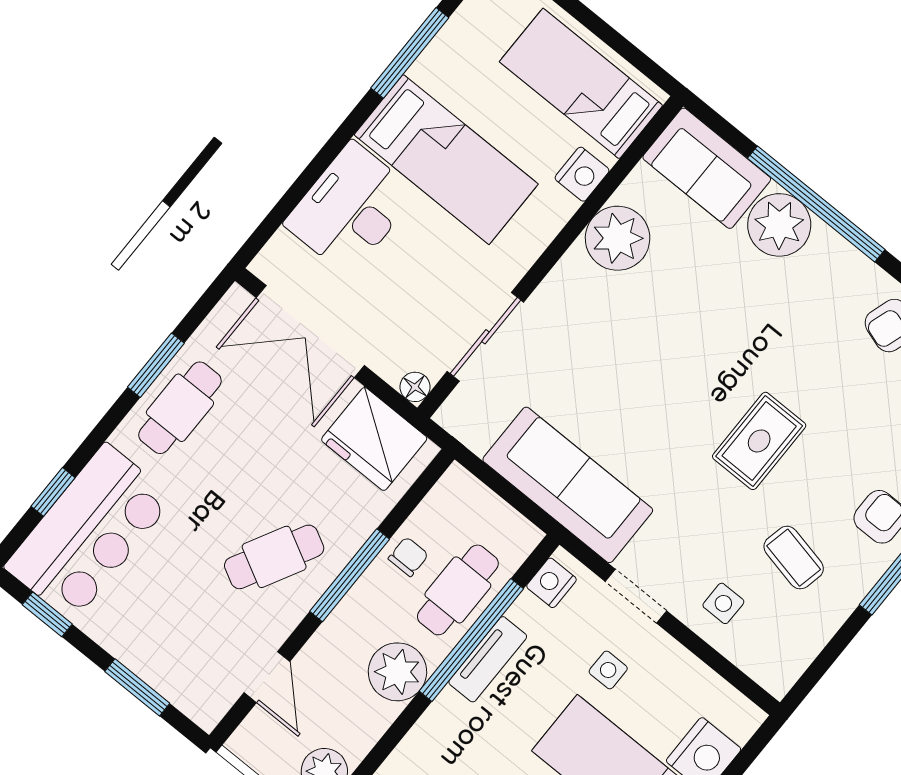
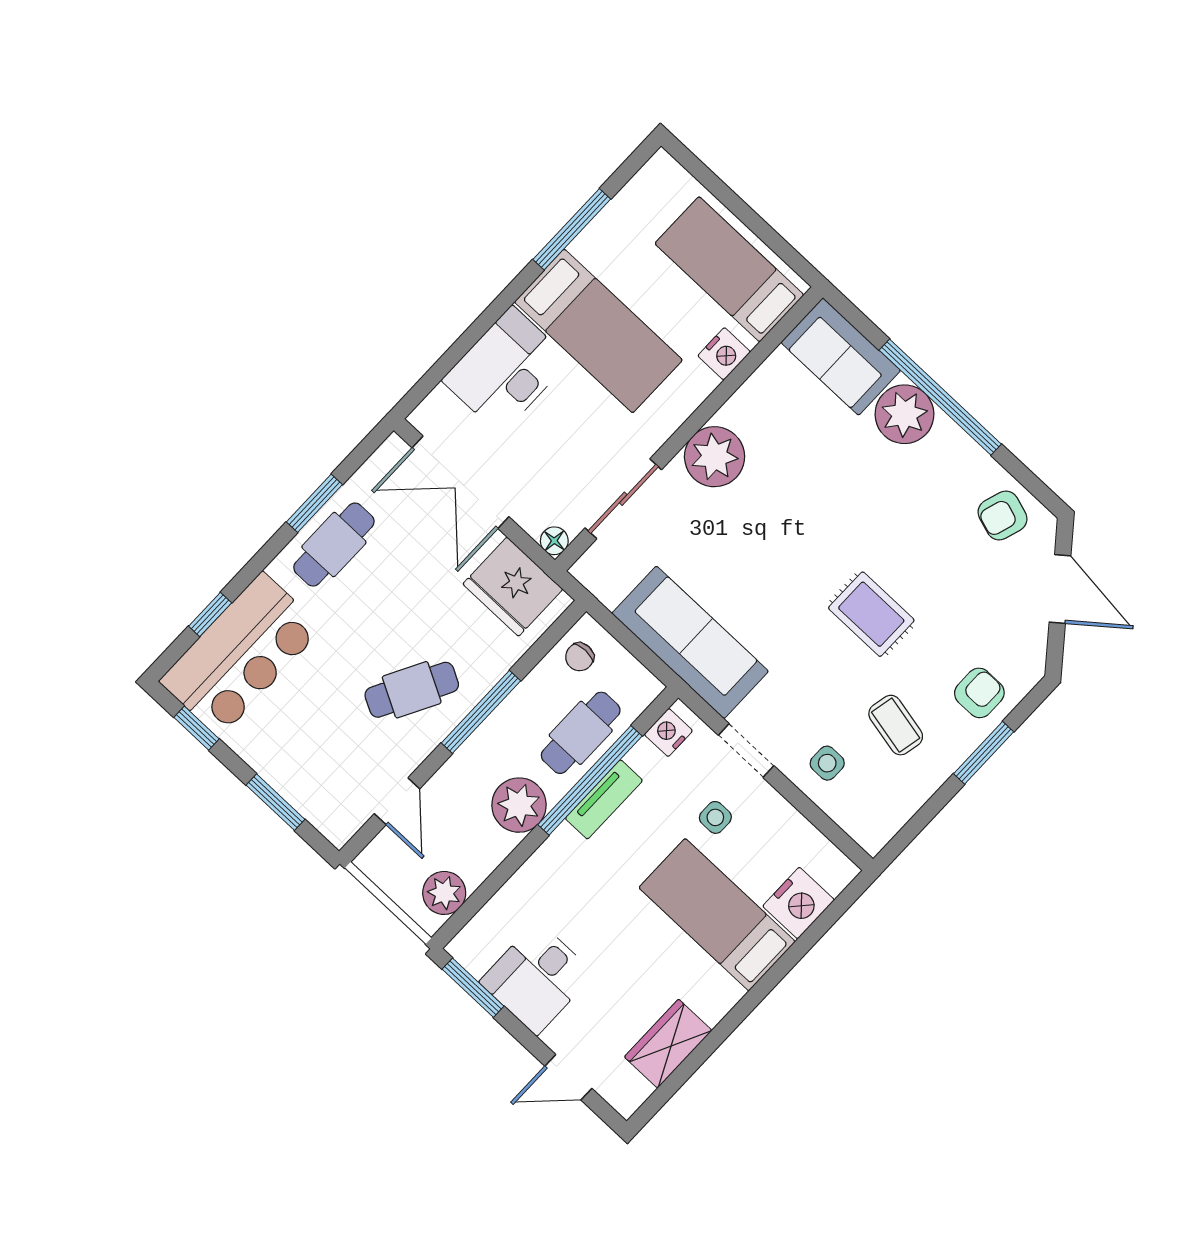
plant: (618, 238) -> (715, 457), moved
rug: (759, 441) -> (871, 614), turned 90
chair: (408, 557) -> (580, 657), moved, turned 180

